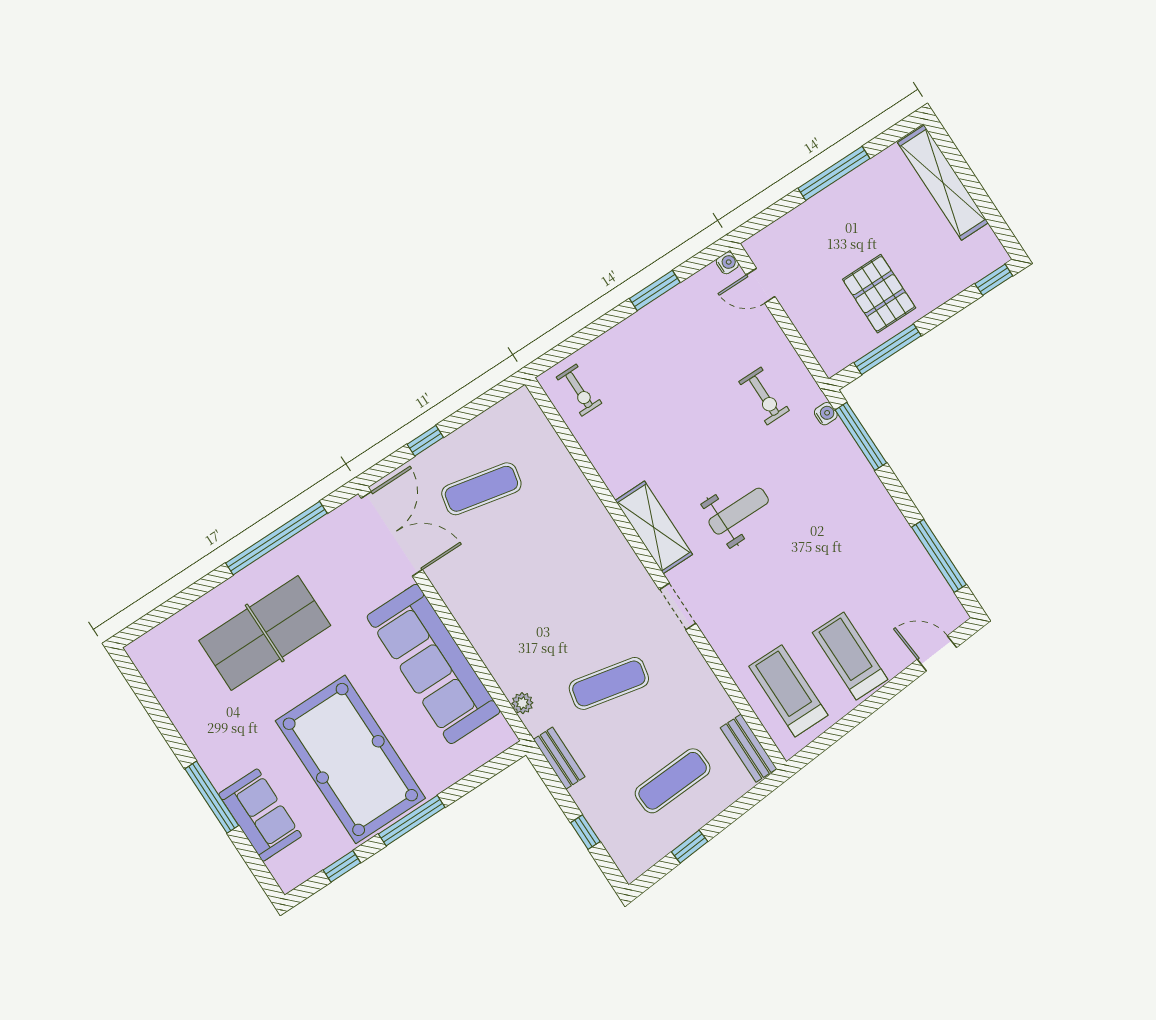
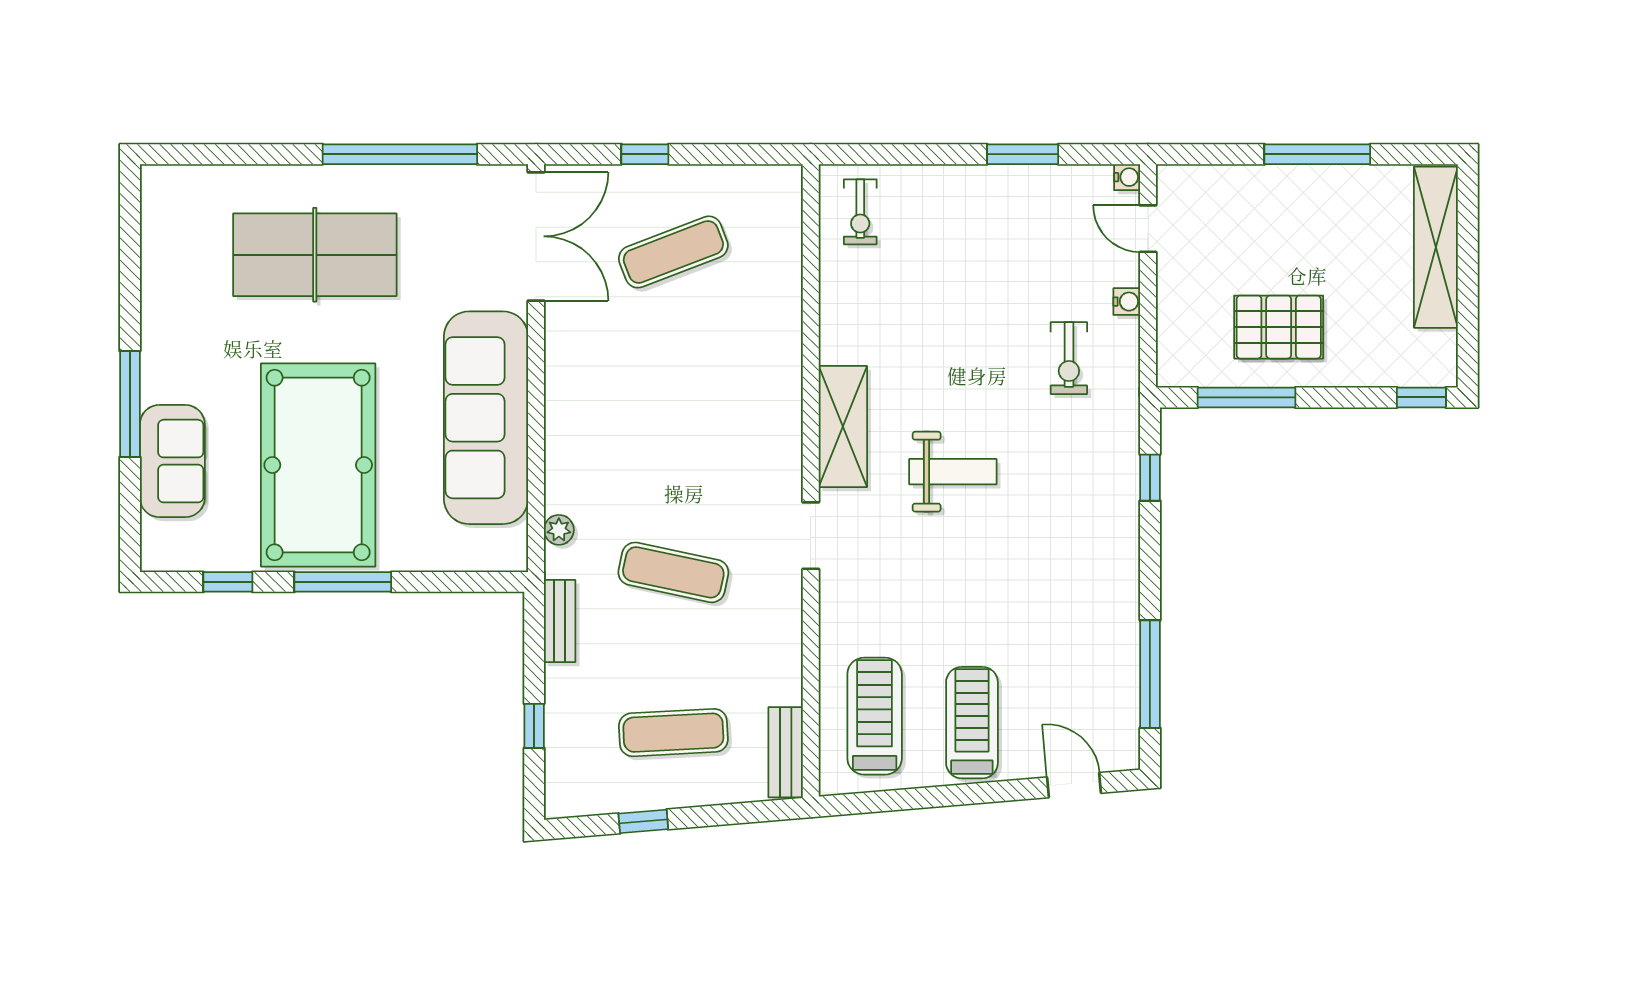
pallet: (879, 294) -> (1279, 327), turned 90
water cooler: (826, 414) -> (1127, 302), moved
window: (861, 436) -> (1150, 478), width x0.46
exercise mat: (481, 489) -> (673, 252), turned -33

